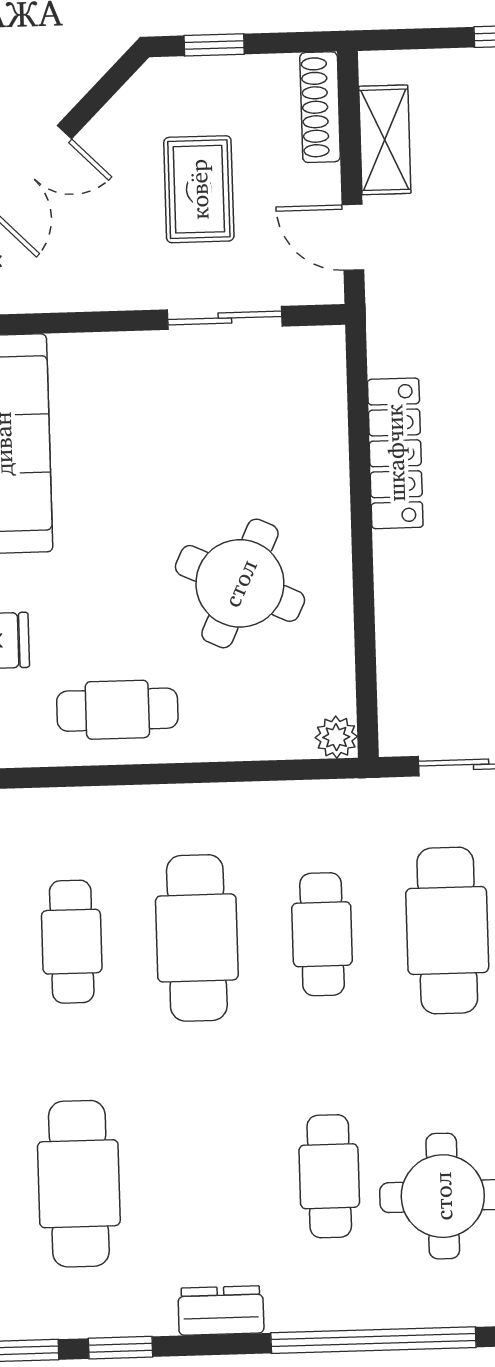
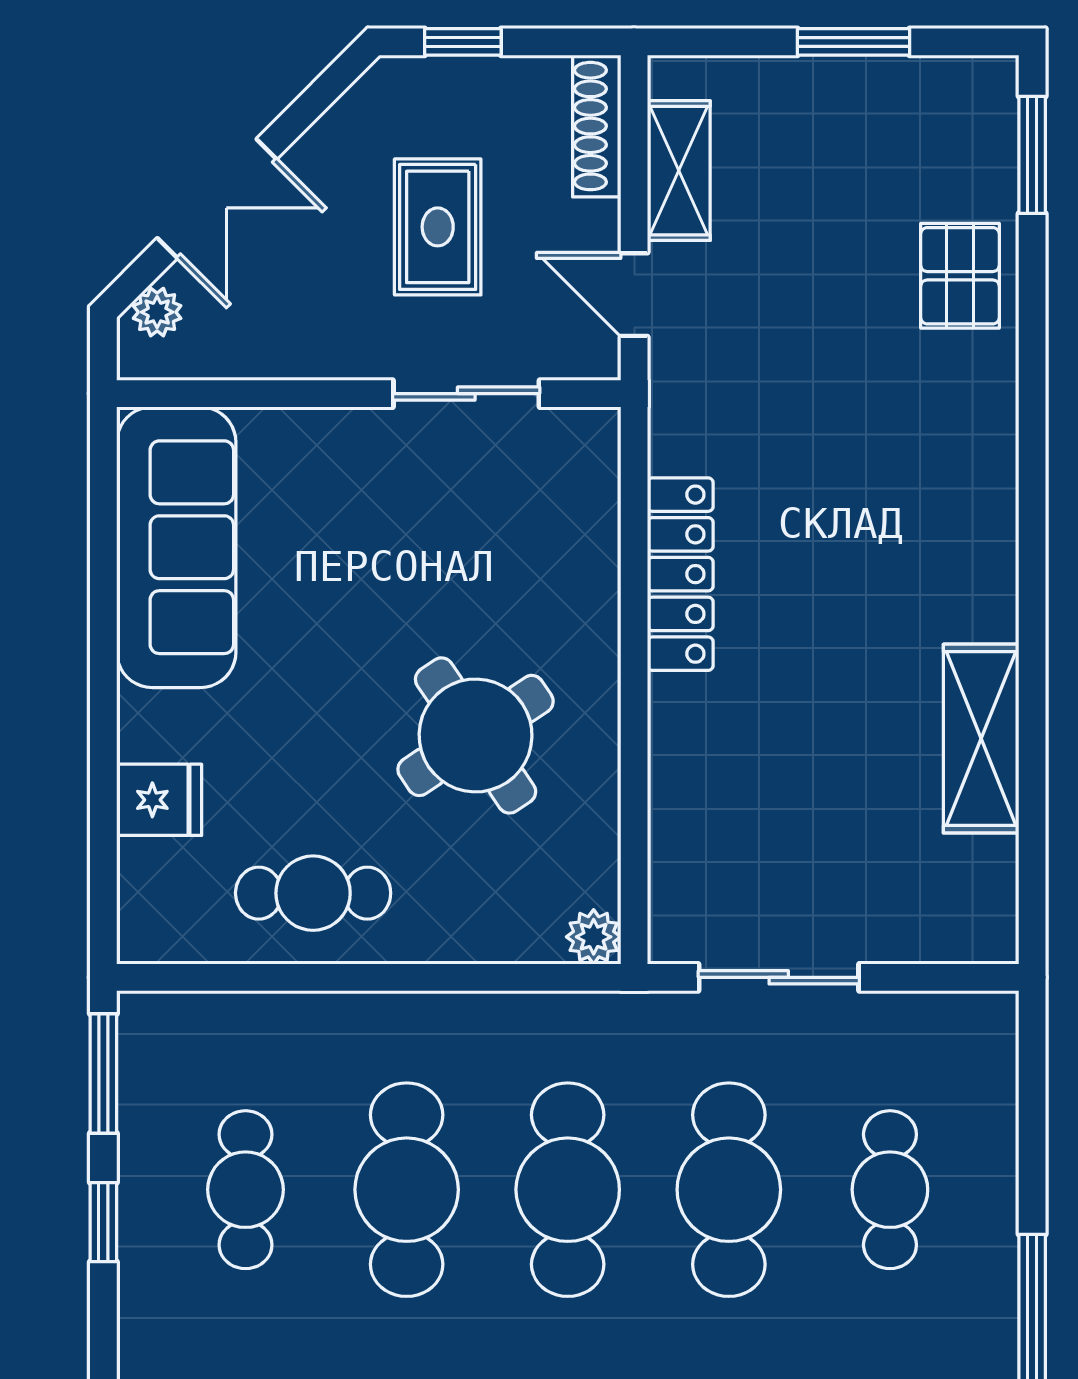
round table: (240, 583) -> (476, 735), turned 31
cafe table: (322, 934) -> (568, 1190), width x1.37, depth x1.35

